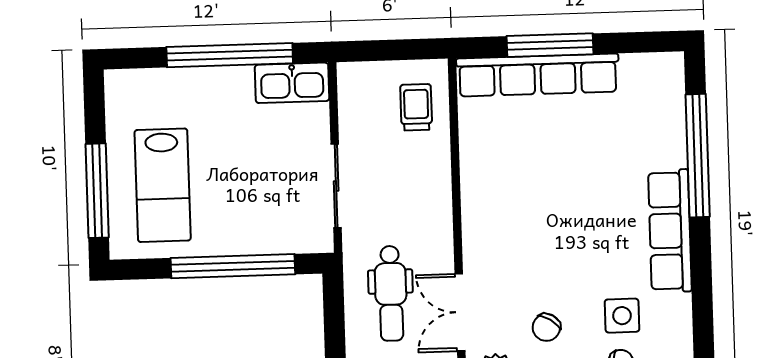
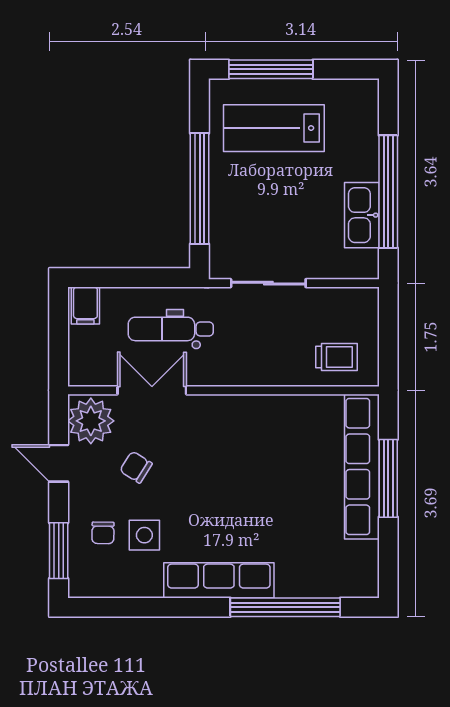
kitchen sink: (292, 83) -> (362, 215), moved

